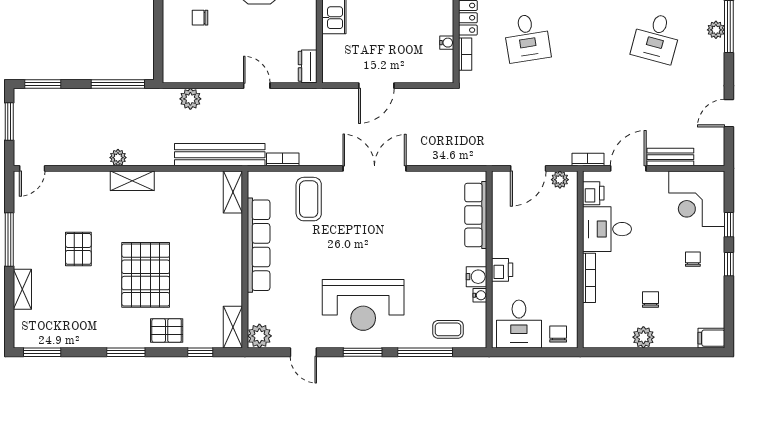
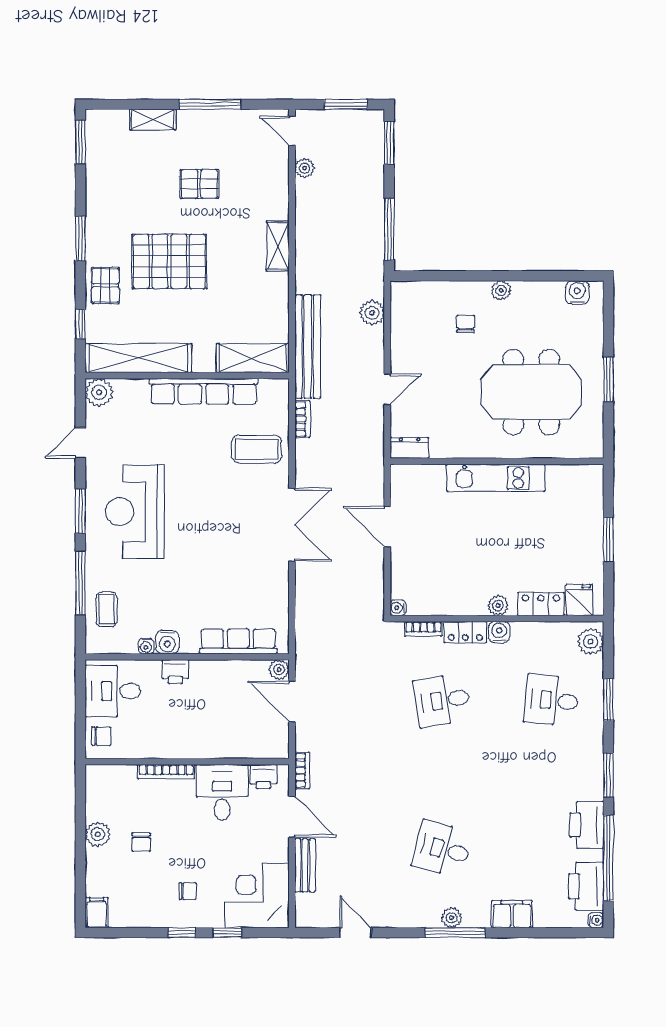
water cooler: (447, 43) -> (398, 608), moved, turned 90
plant: (118, 158) -> (304, 168), moved
plant: (560, 180) -> (279, 670), moved
shelving: (233, 192) -> (253, 358), width x1.50, depth x1.33
chair: (650, 299) -> (141, 842), turned 90
shelving: (233, 327) -> (138, 358), width x2.20, depth x1.33

